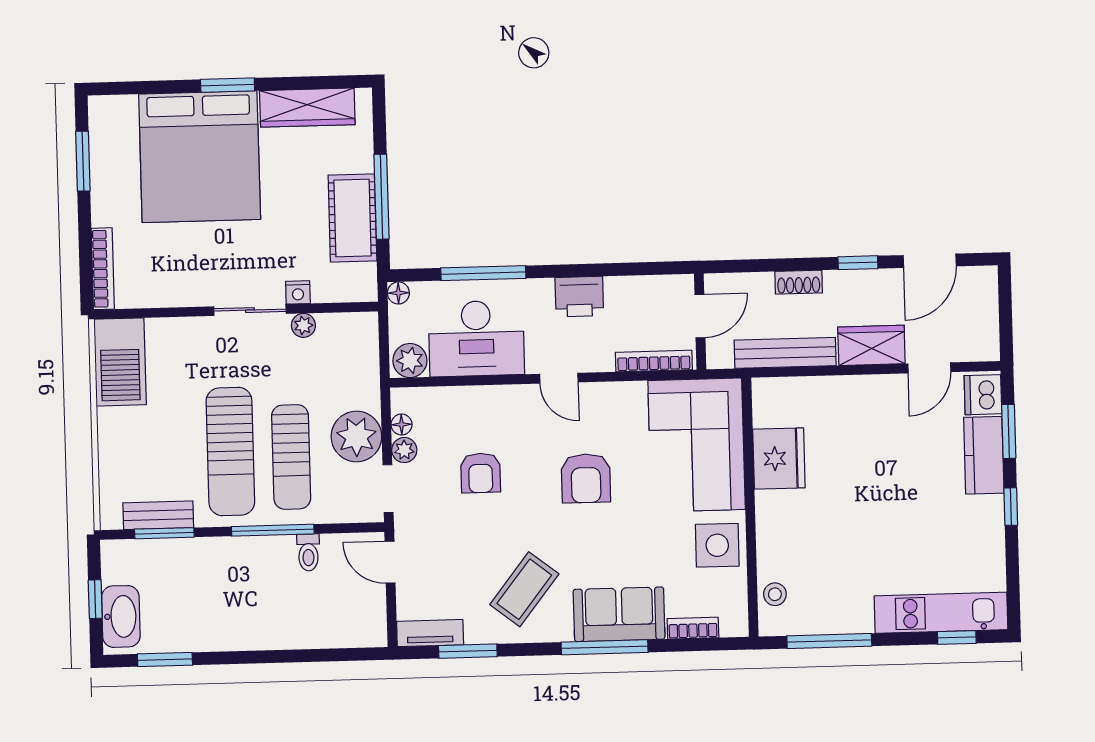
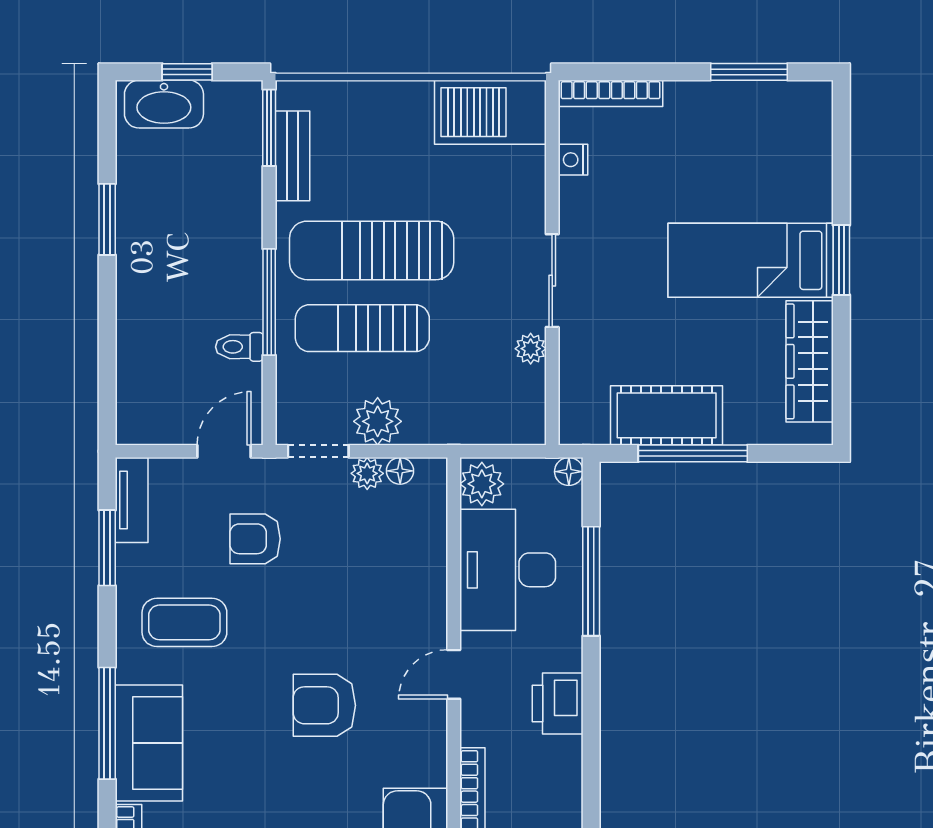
bed: (200, 157) -> (751, 260), width x0.49
nightstand: (298, 292) -> (573, 160), moved
plant: (356, 437) -> (378, 421), width x0.73, depth x0.73
armchair: (481, 473) -> (255, 539), moved
window: (164, 533) -> (269, 128), moved
coffee table: (524, 589) -> (184, 622), turned -38
window: (165, 660) -> (107, 219), moved

